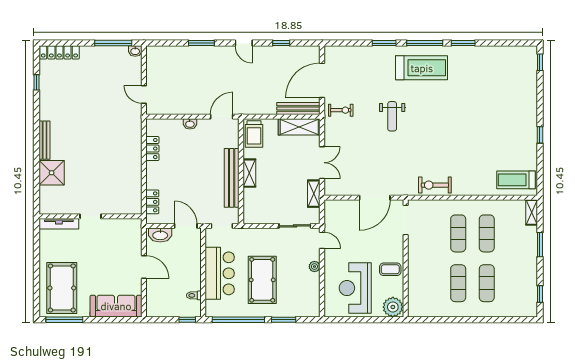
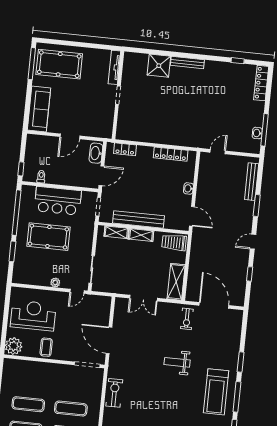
washbasin: (135, 51) -> (257, 133), moved
bench: (298, 109) -> (252, 182), moved
locker: (152, 149) -> (171, 154), width x1.53
shelving: (314, 194) -> (116, 232), moved

